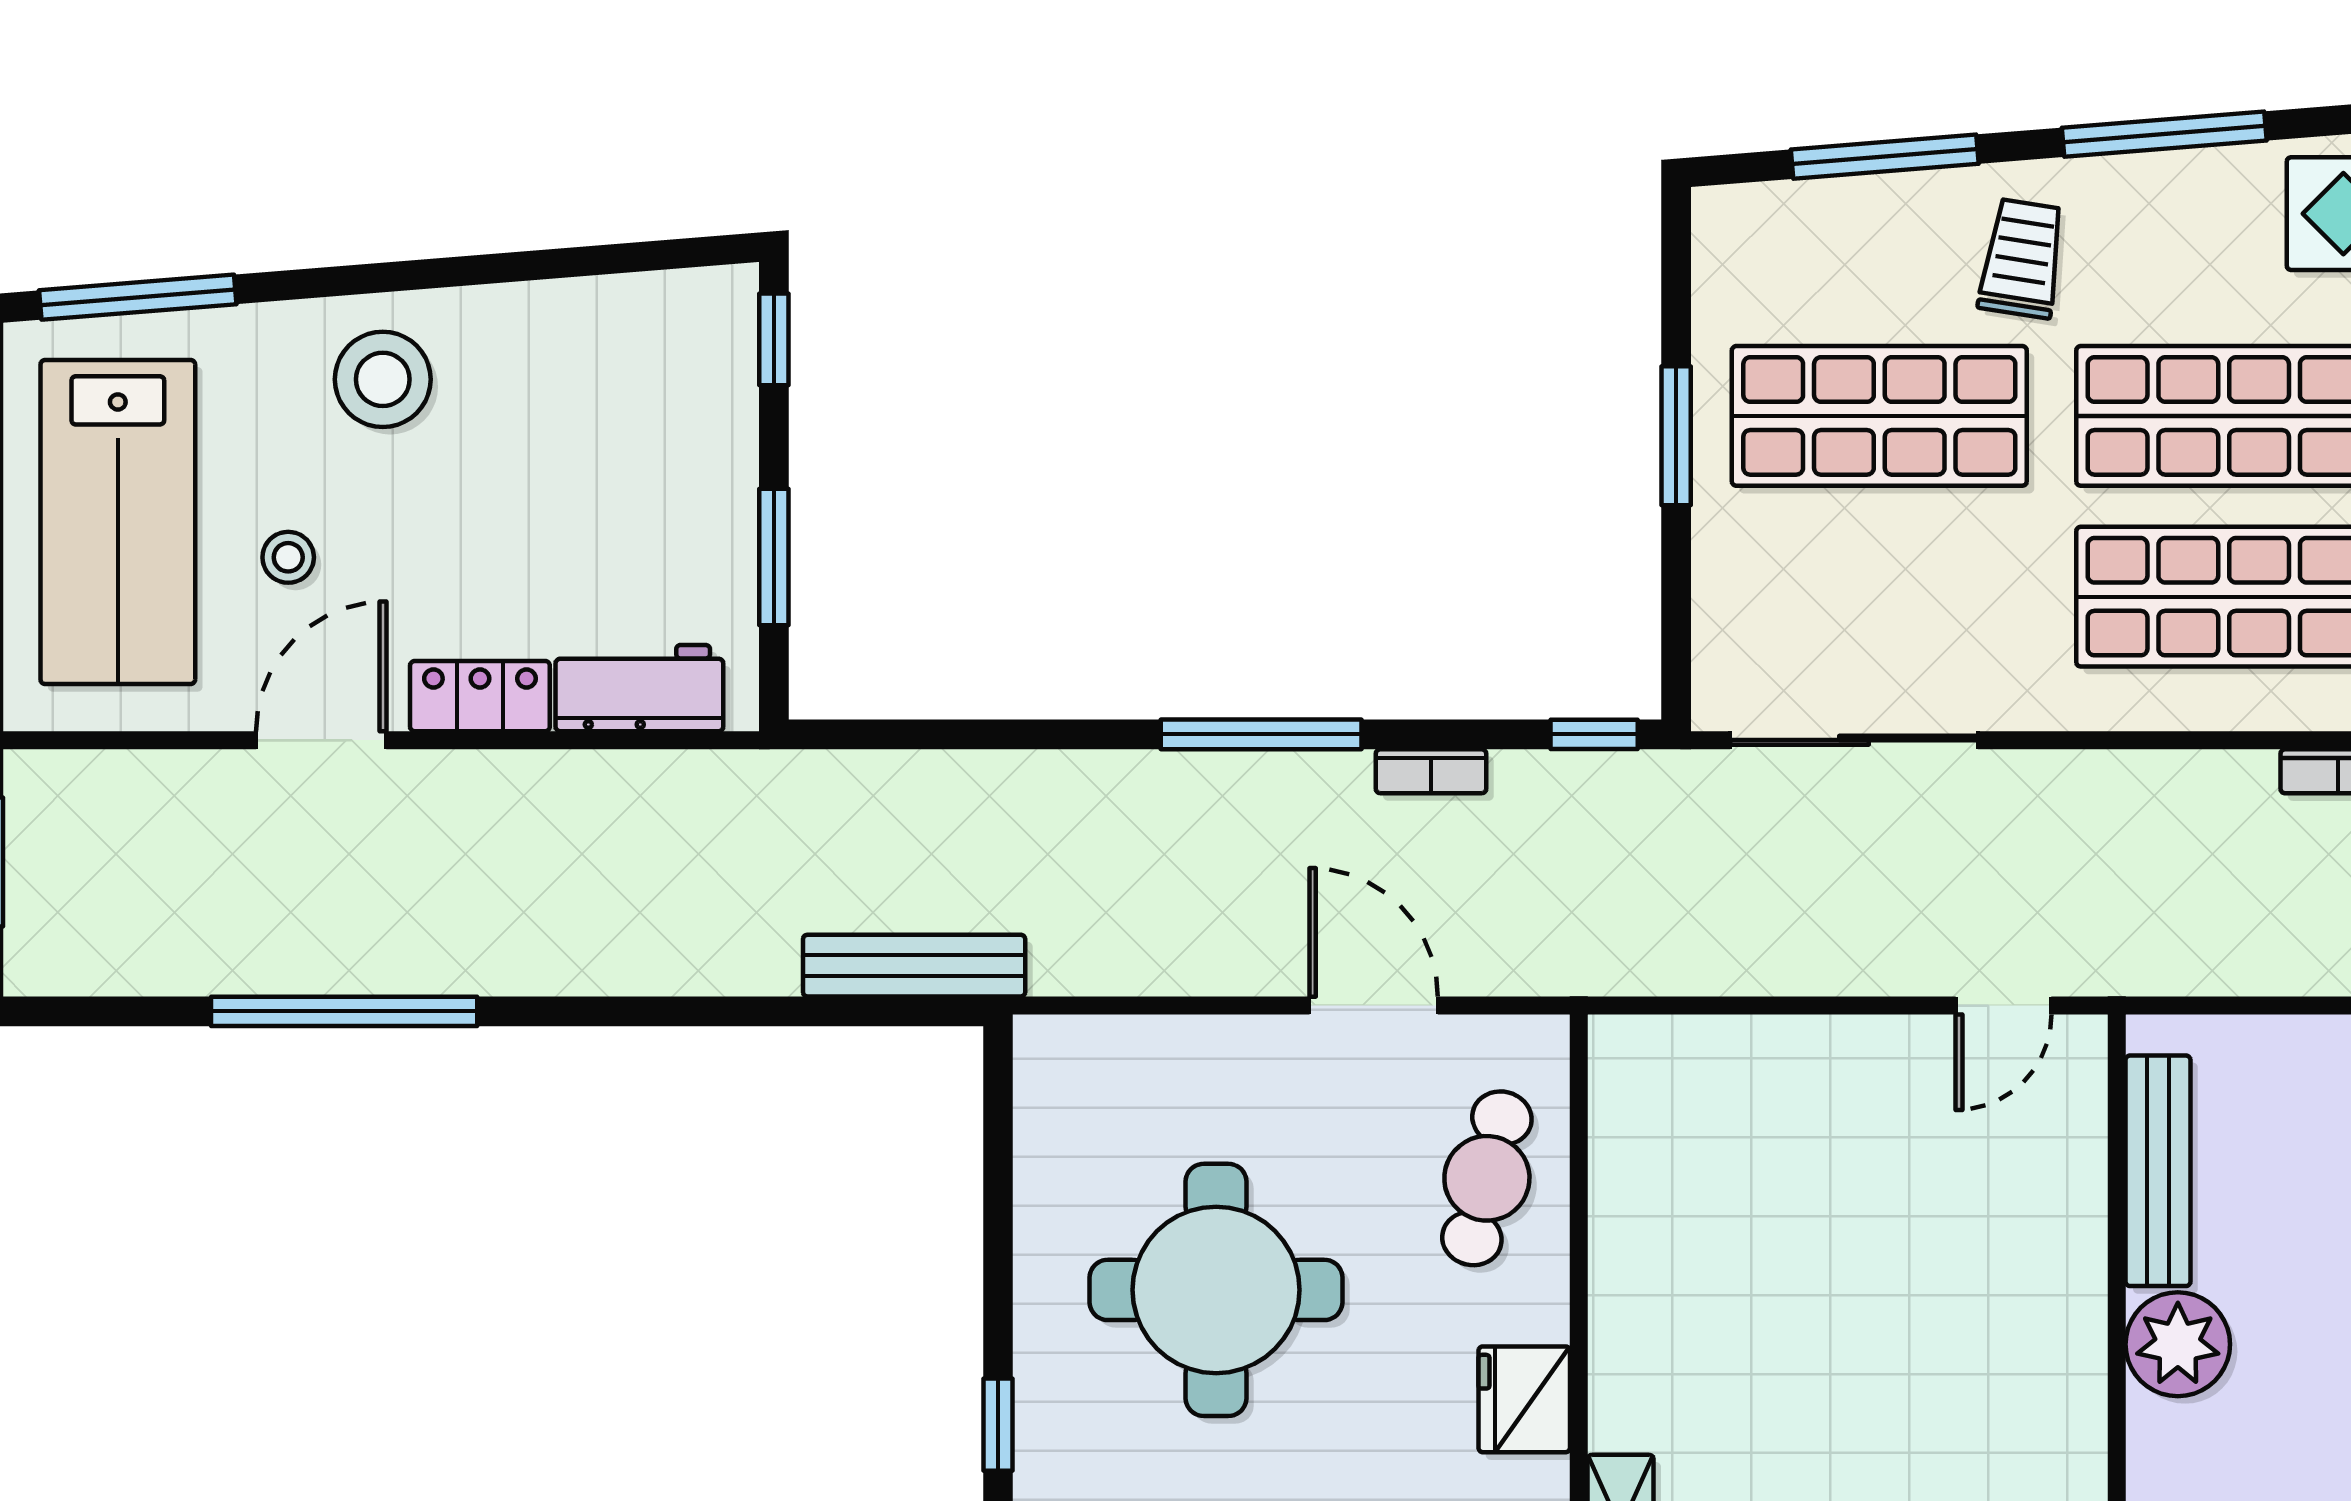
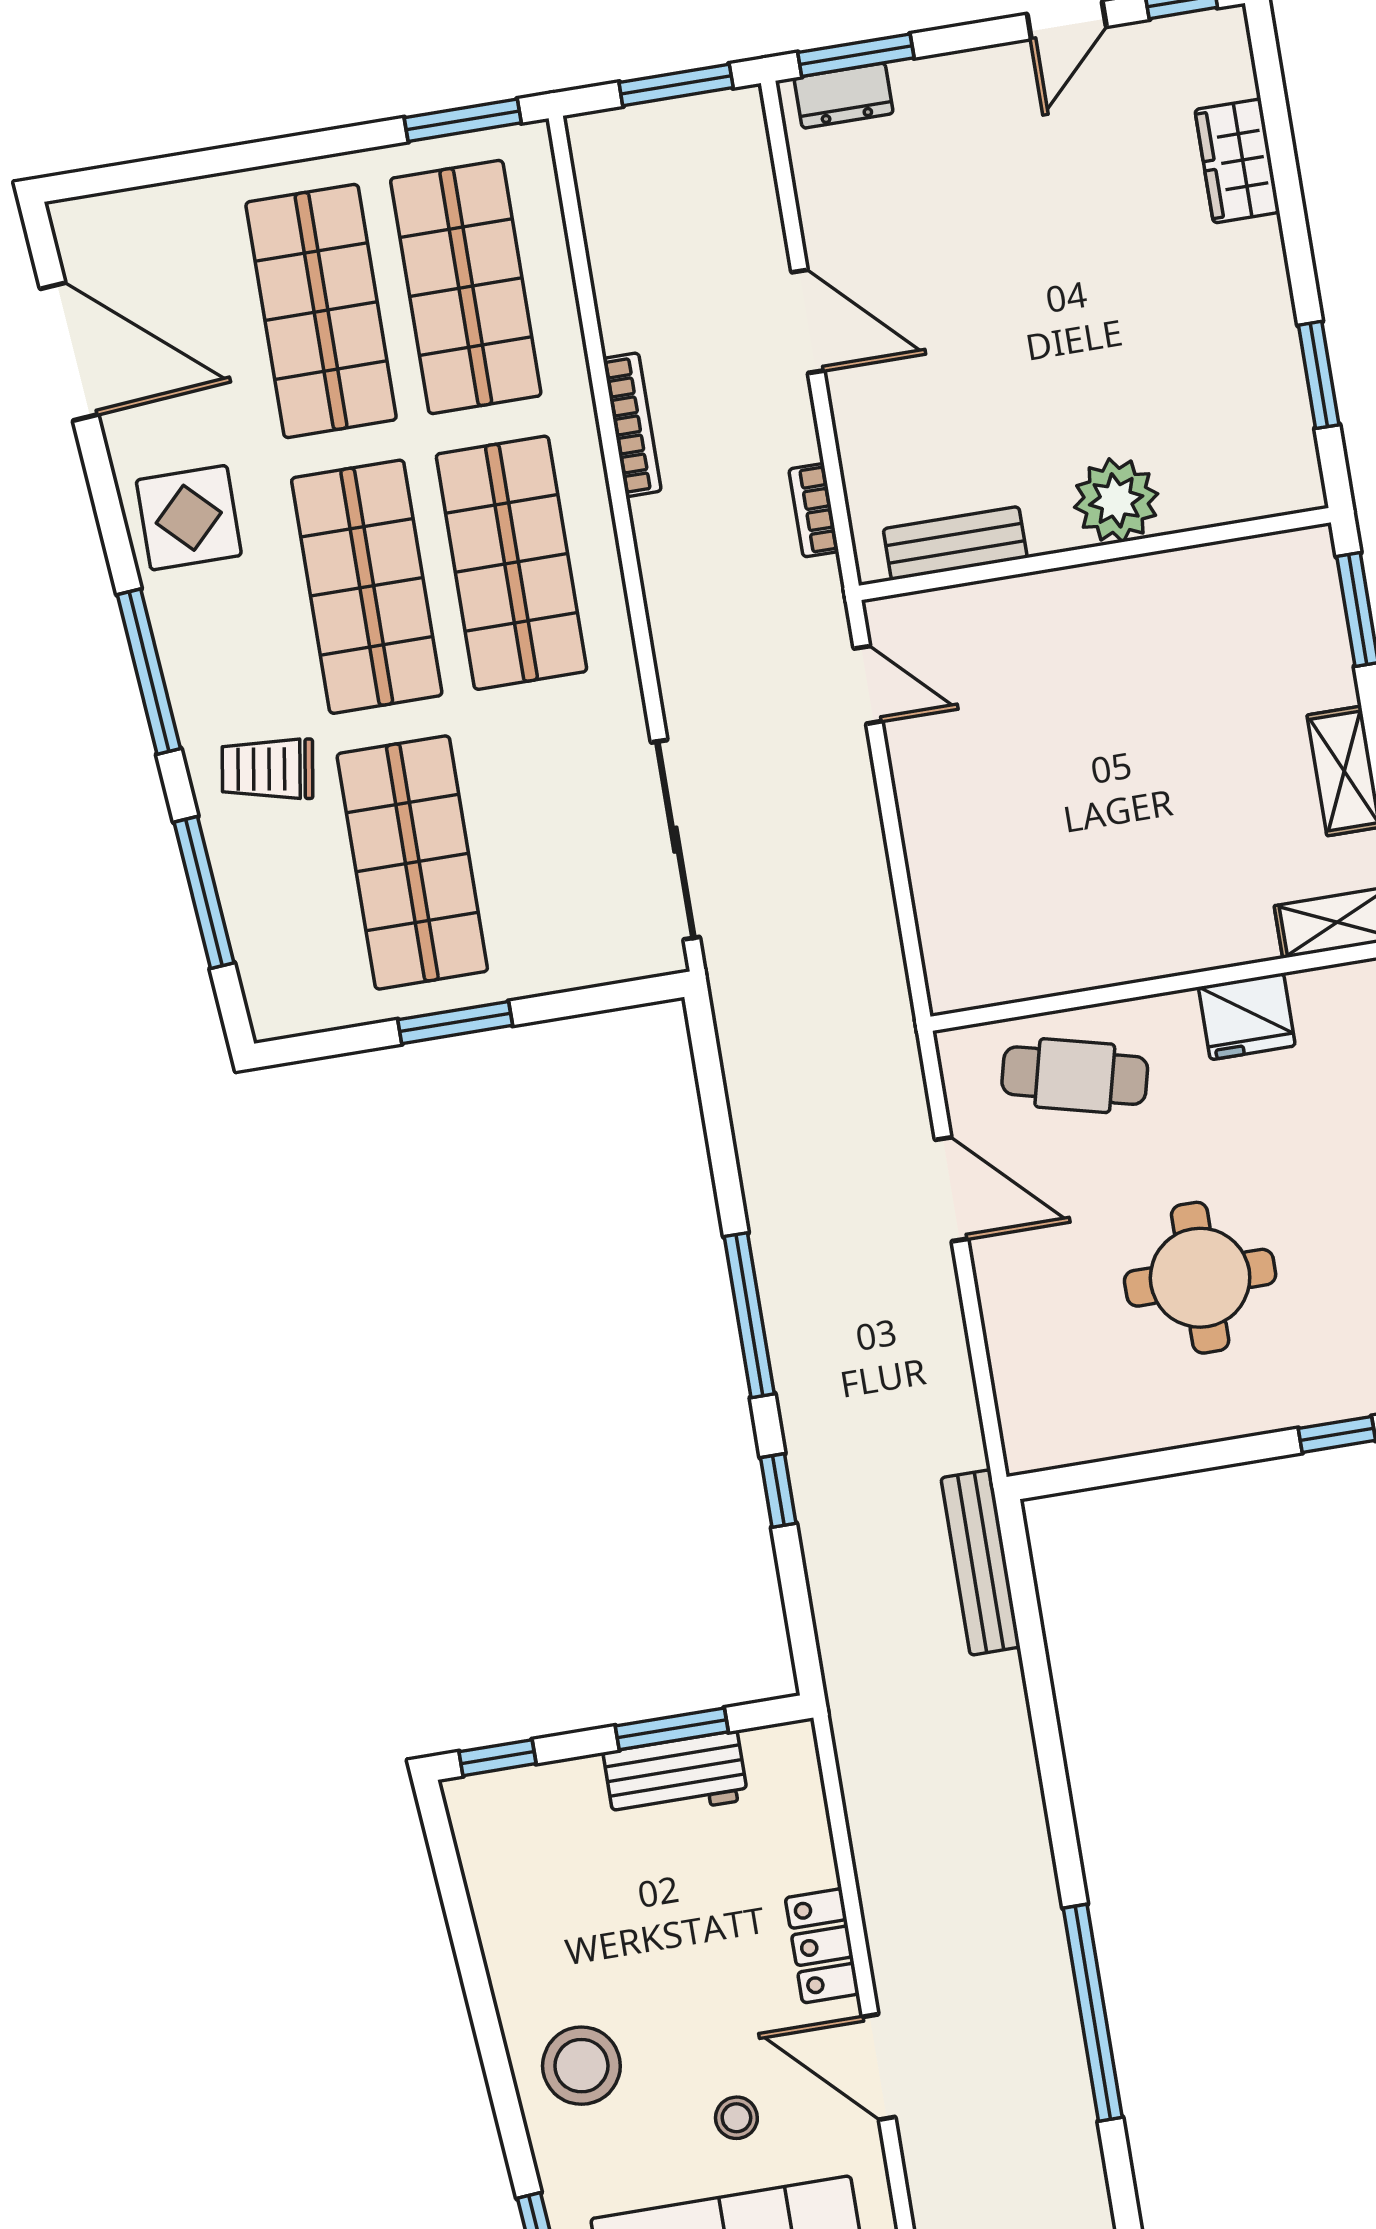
workbench: (639, 688) -> (676, 1776), moved, turned -90
window: (1594, 734) -> (778, 1490), moved
bookcase: (1431, 771) -> (814, 510), moved, turned 180
door: (1374, 1006) -> (952, 1189), swing flipped
bench: (2158, 1171) -> (955, 543), width x0.73
round table: (1216, 1290) -> (1200, 1278), width x0.73, depth x0.73

